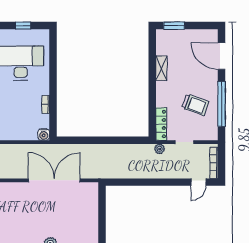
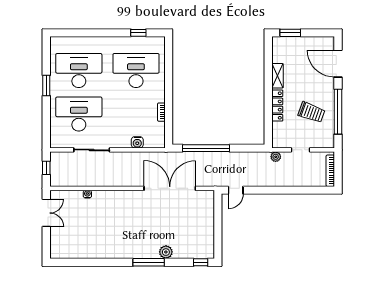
locker: (161, 124) -> (277, 106), moved
water cooler: (44, 135) -> (137, 142), moved
window: (90, 140) -> (206, 148), added
door: (198, 182) -> (236, 190), moved

